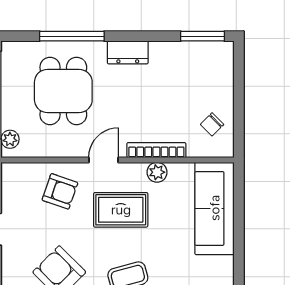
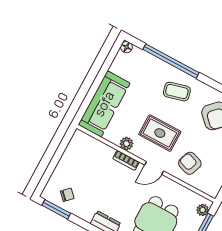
chair: (212, 124) -> (67, 195), moved
bookcase: (156, 150) -> (126, 160), width x0.64

